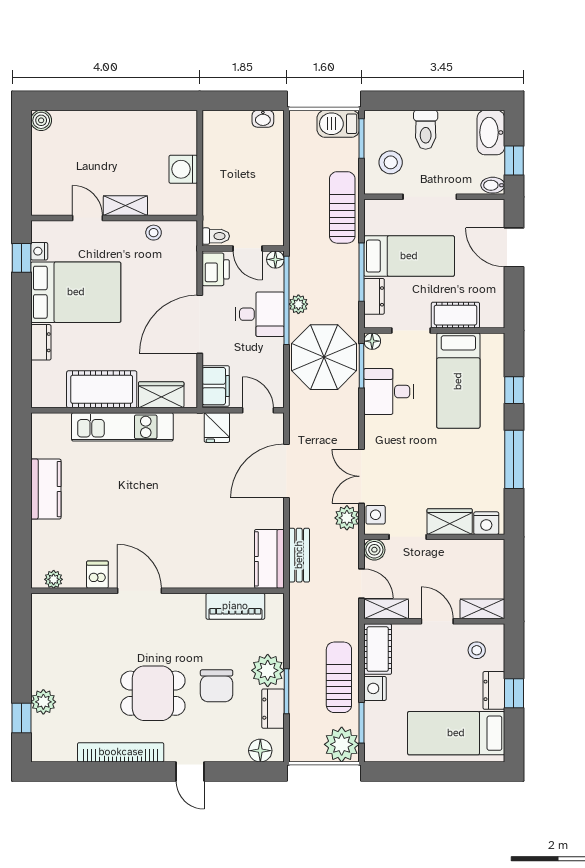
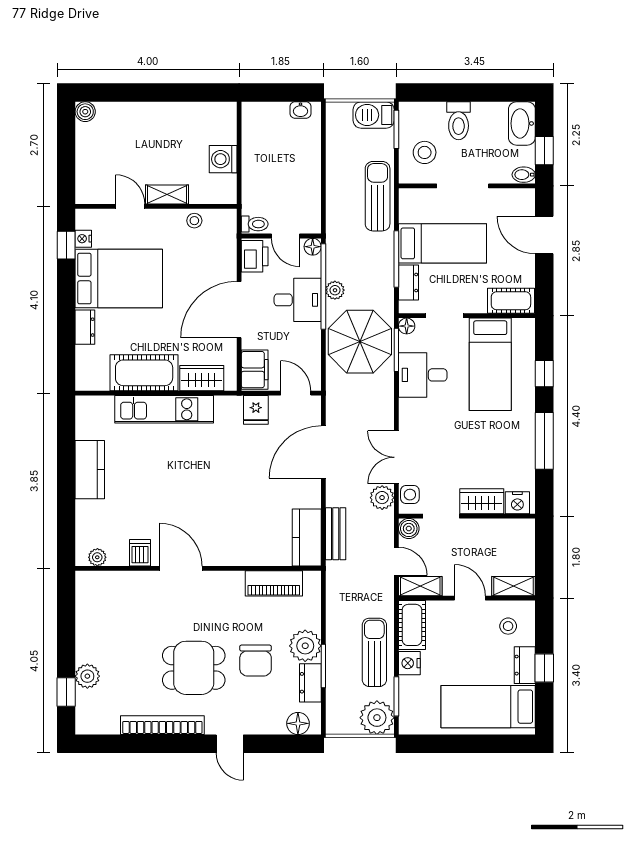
cot: (455, 315) -> (511, 301), moved

